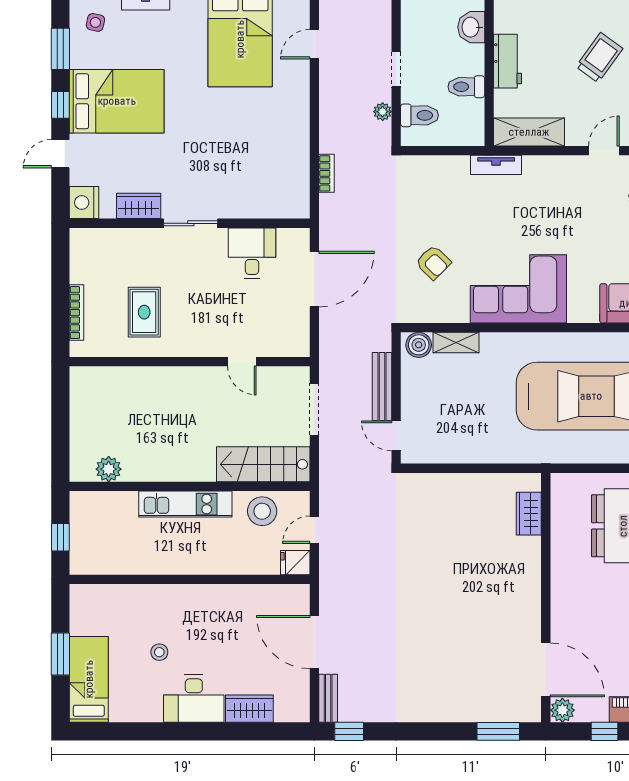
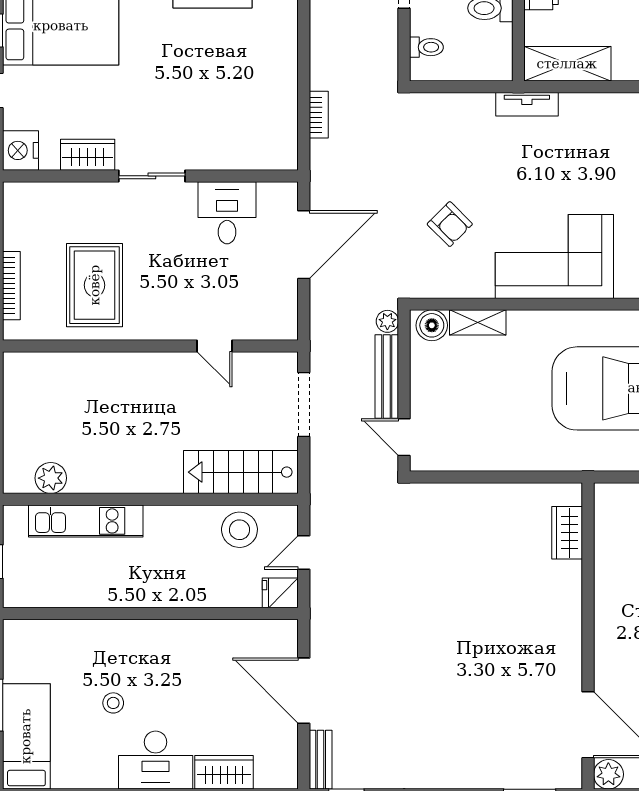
plant: (383, 112) -> (387, 321), moved
toilet: (420, 115) -> (426, 47), width x0.73, depth x0.72
rug: (144, 312) -> (95, 285), width x1.36, depth x1.43
kitchen unit: (185, 504) -> (86, 521), moved

